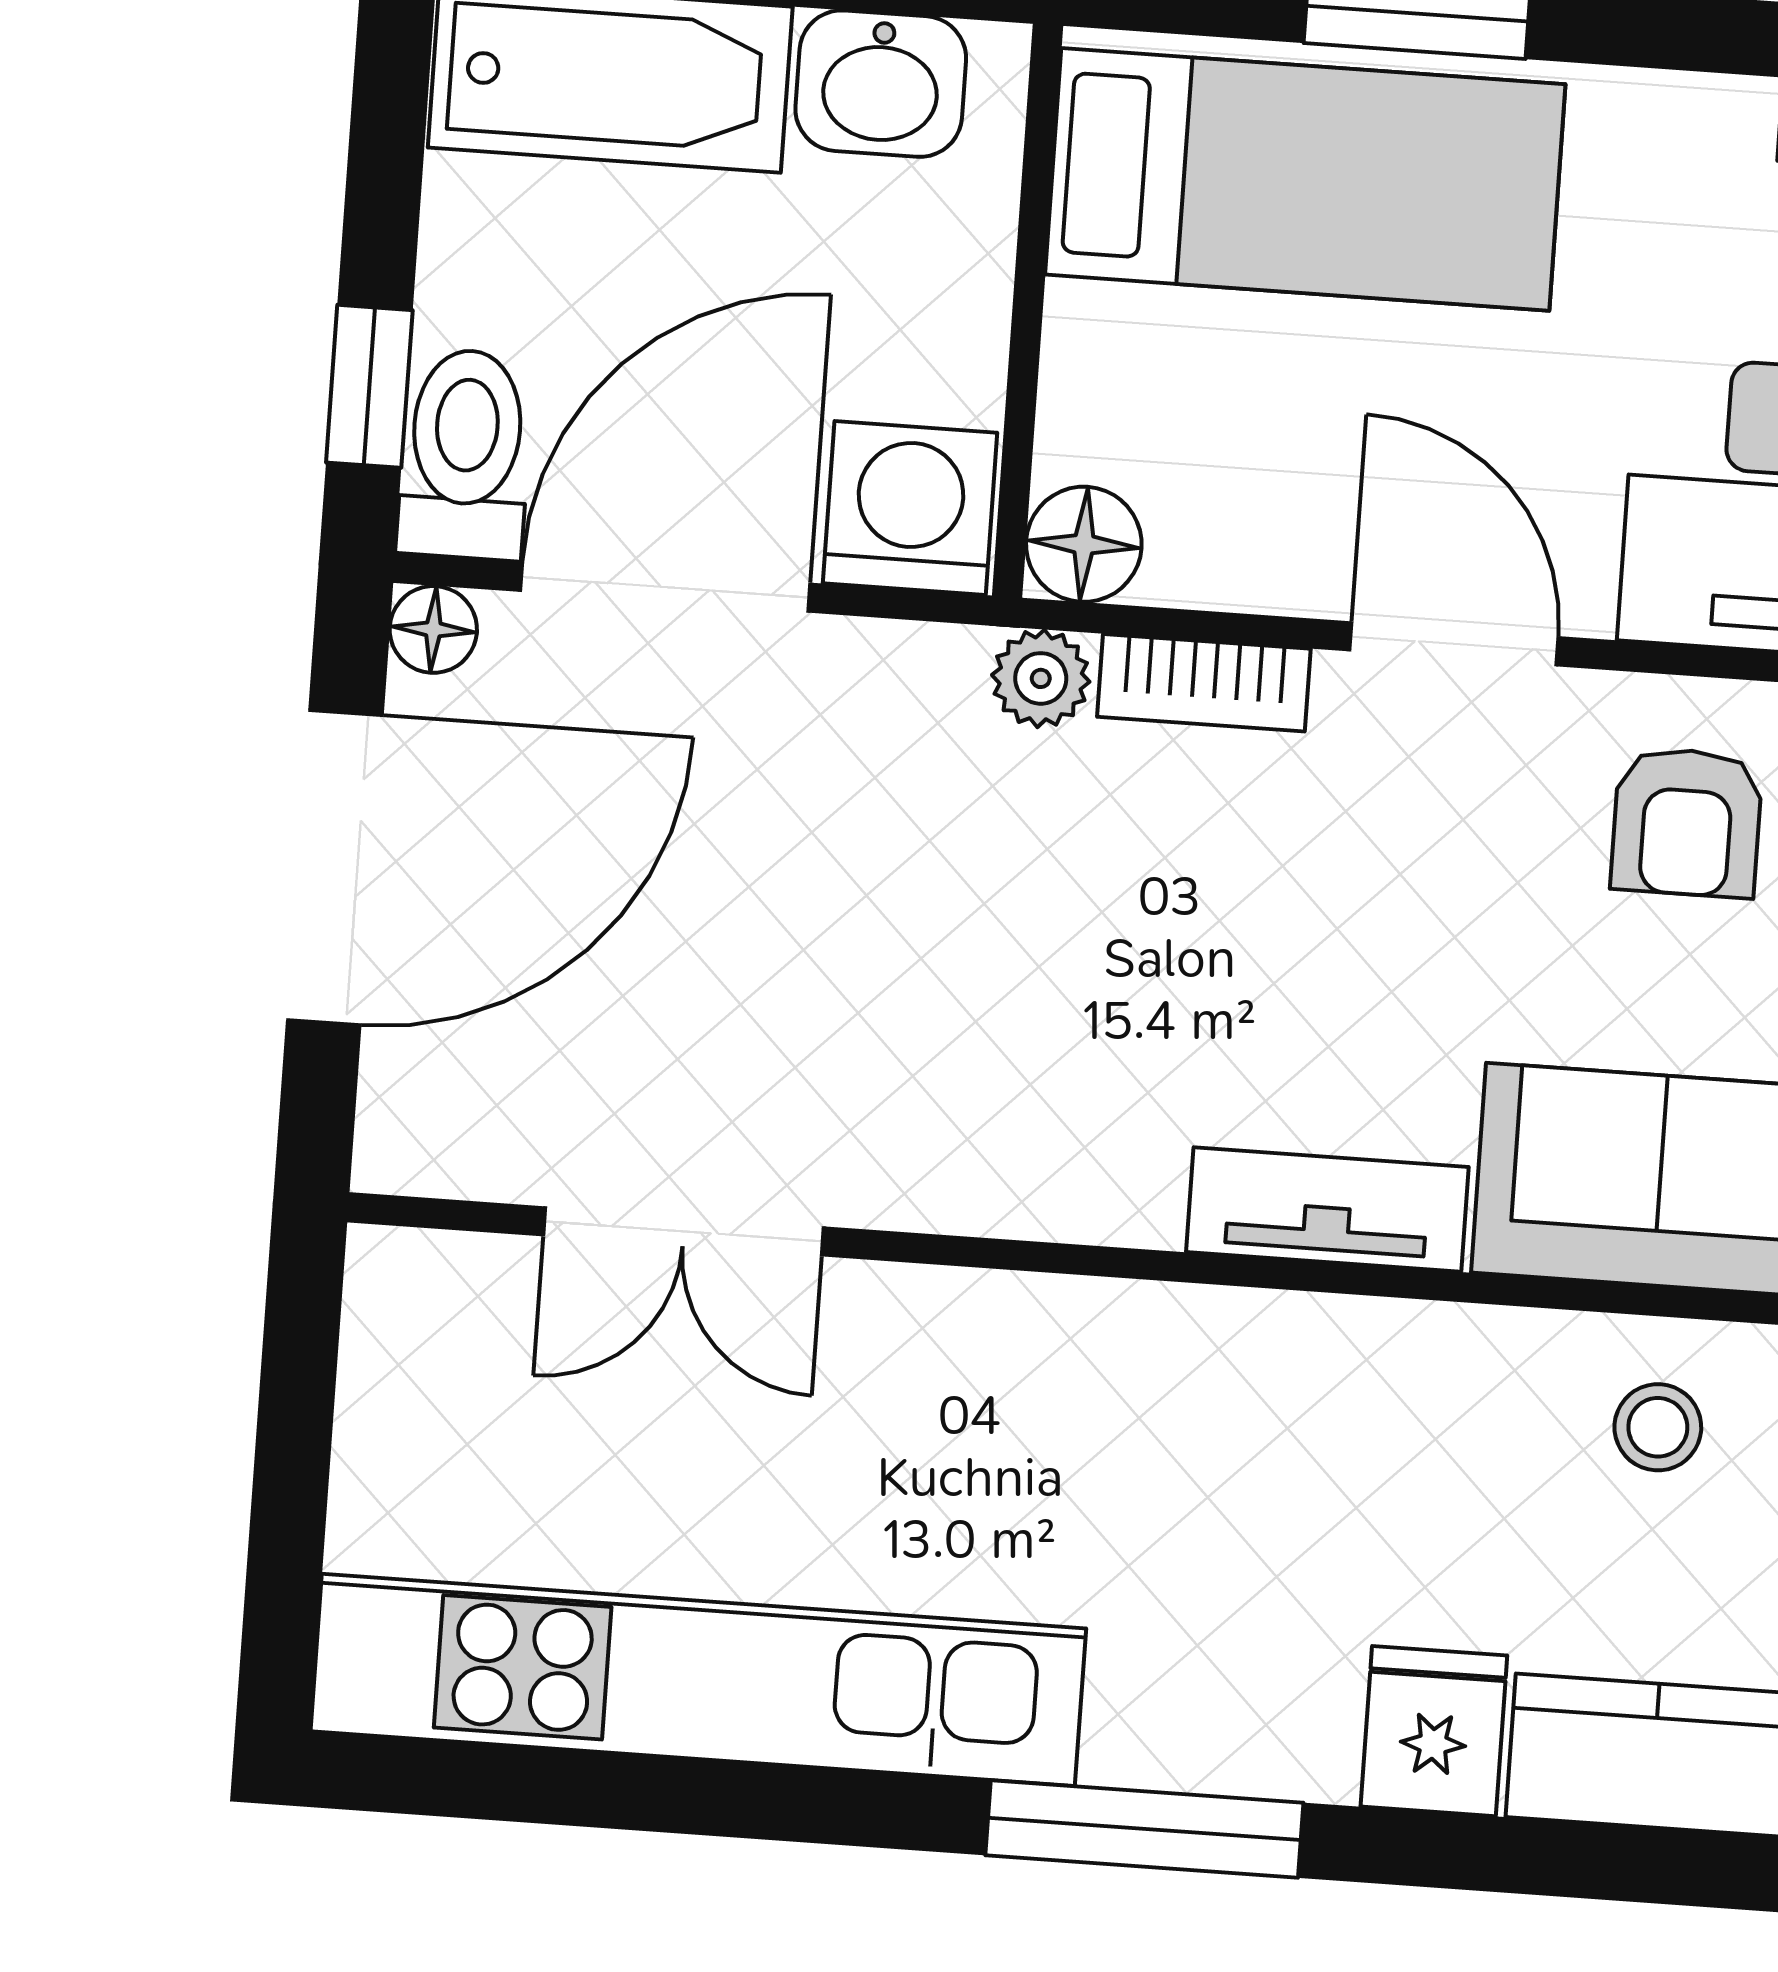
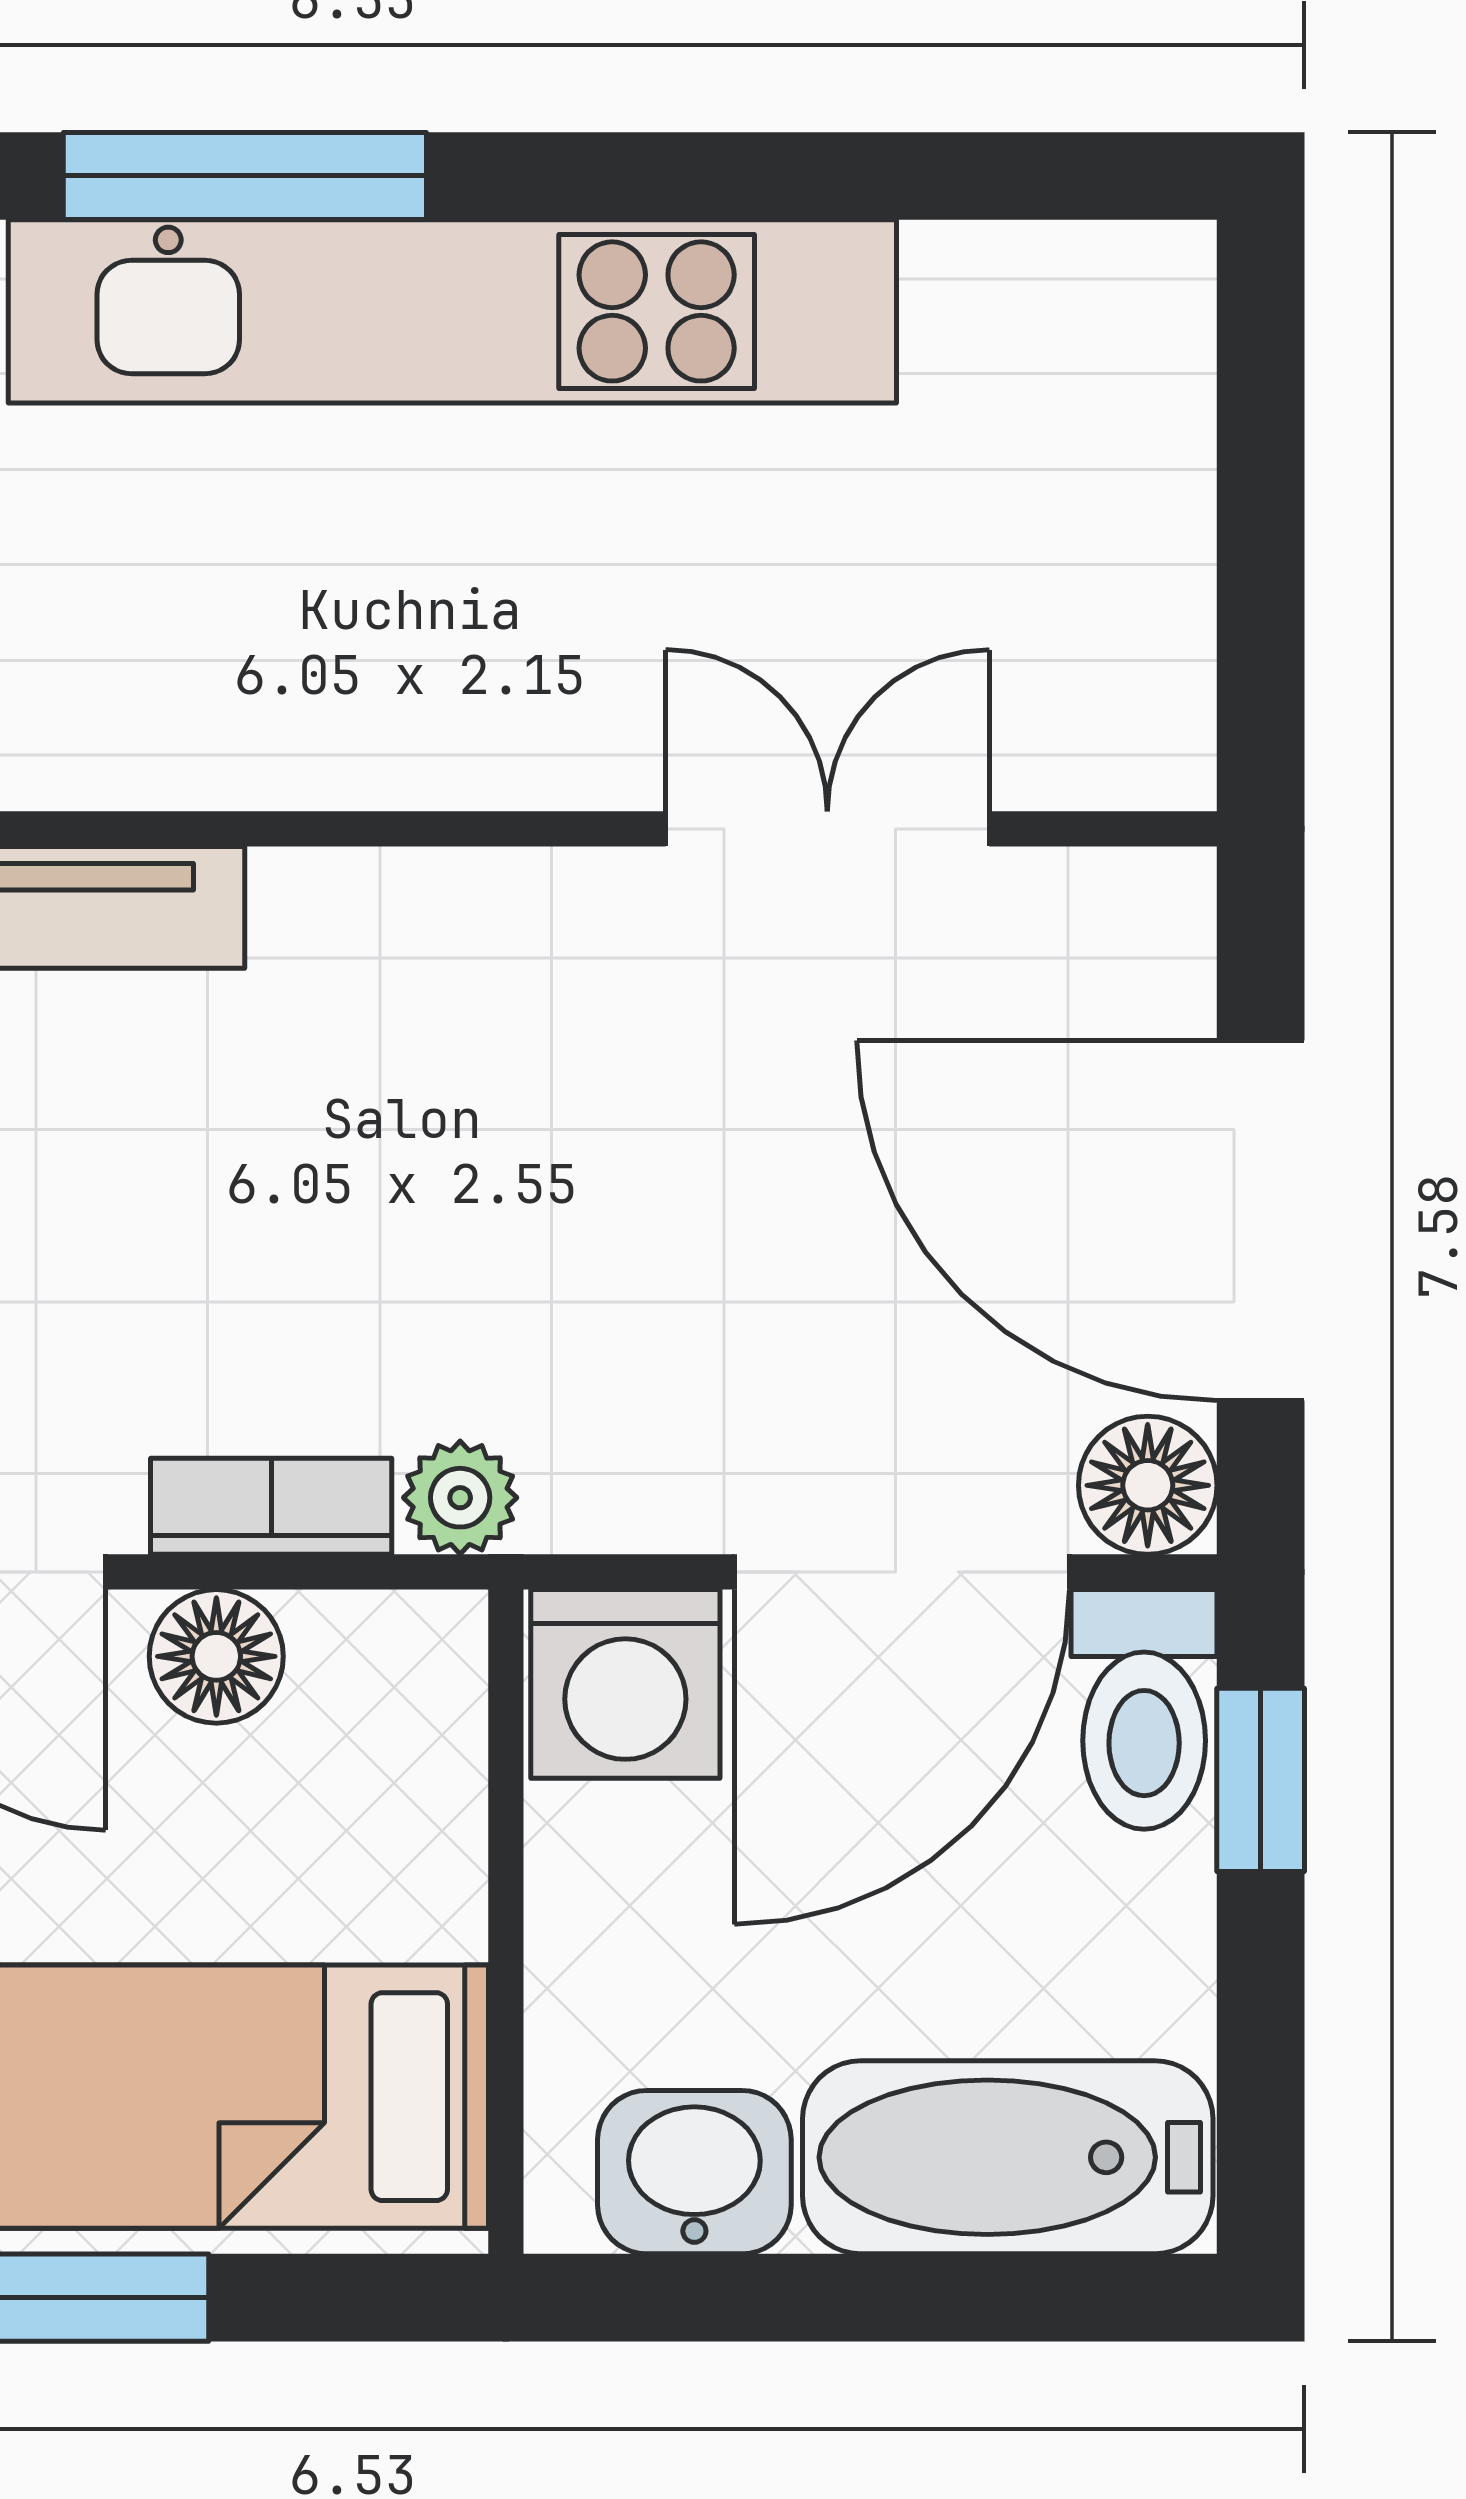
floor lamp: (1084, 544) -> (216, 1656), moved
floor lamp: (433, 629) -> (1148, 1485), width x1.37, depth x1.37
door: (335, 867) -> (1261, 1221), hinge flipped
kitchen unit: (698, 1680) -> (452, 311), moved

